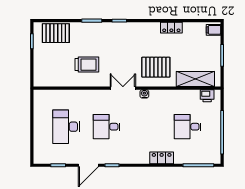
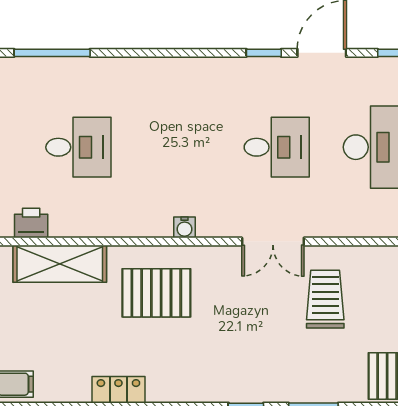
trolley: (87, 65) -> (325, 299), turned 90
double door: (123, 88) -> (273, 242), moved
locker: (162, 158) -> (142, 71), removed

